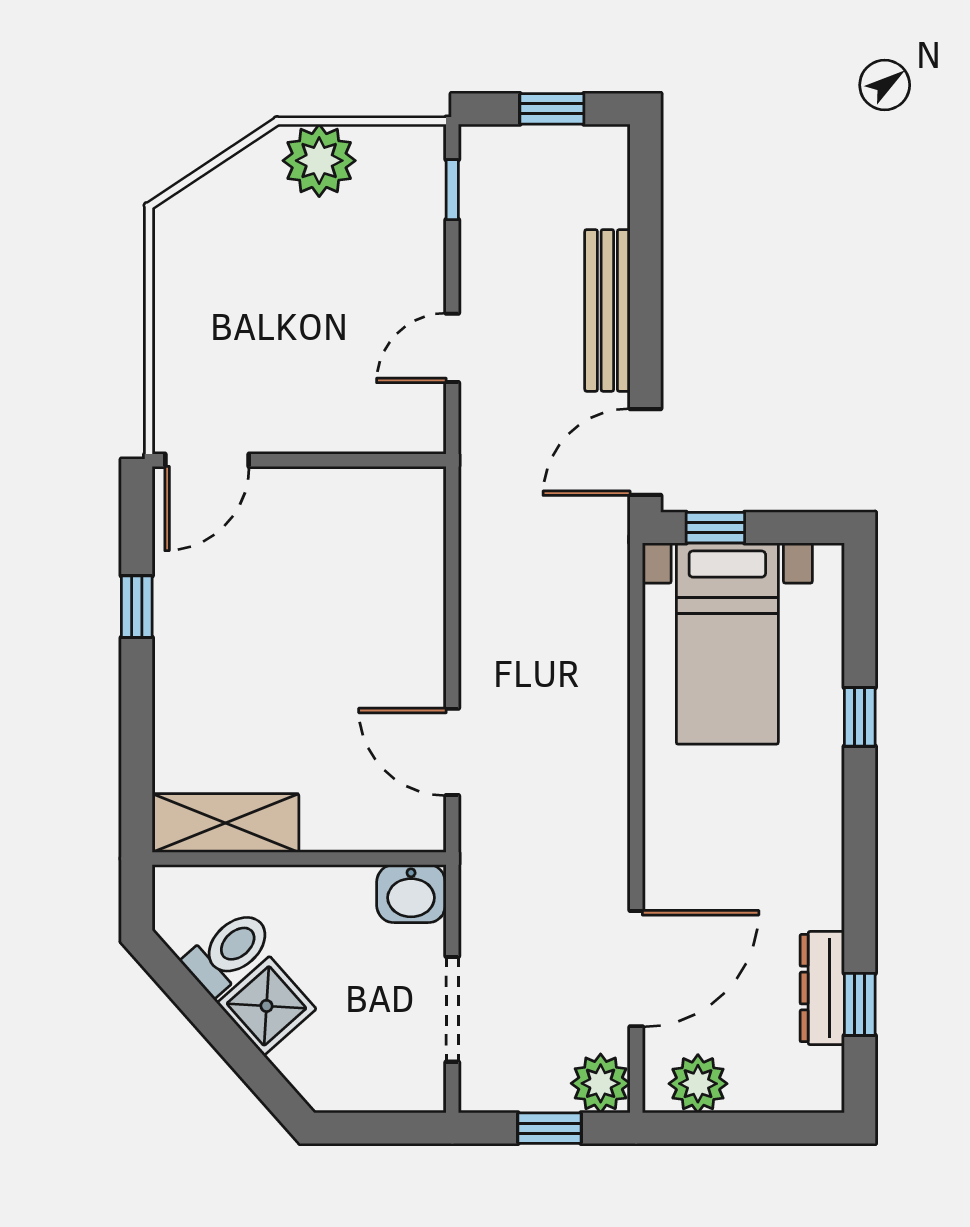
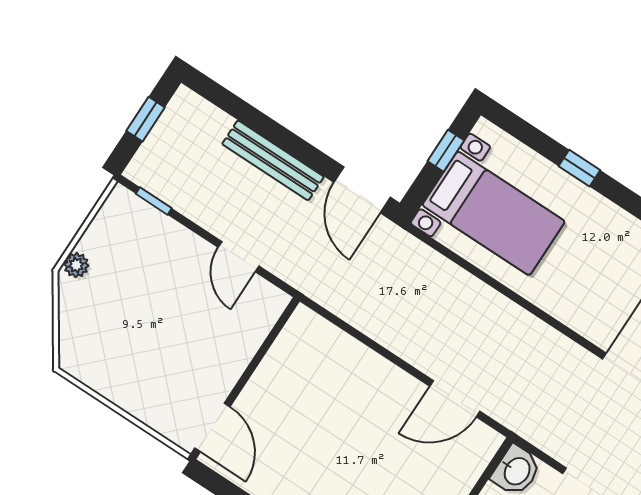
plant: (319, 161) -> (76, 265), width x0.53, depth x0.53
window: (715, 528) -> (446, 151), moved

